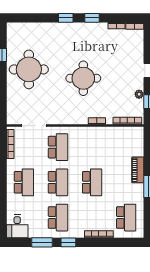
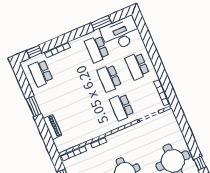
piano: (138, 170) -> (52, 127), moved
school desk: (92, 182) -> (81, 90), removed
desk: (17, 226) -> (121, 34), width x1.87, depth x1.30
window: (68, 242) -> (34, 52), moved

